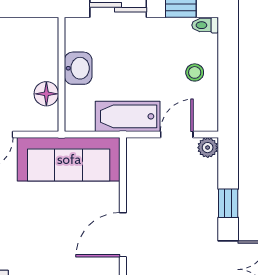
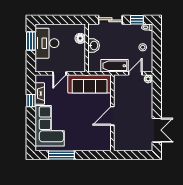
floor lamp: (46, 94) -> (80, 38), moved
window: (228, 203) -> (157, 102), removed

